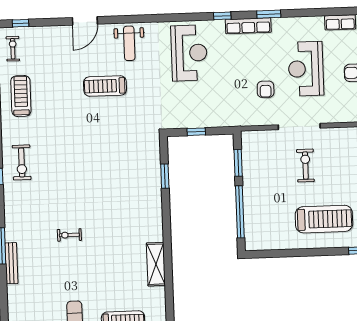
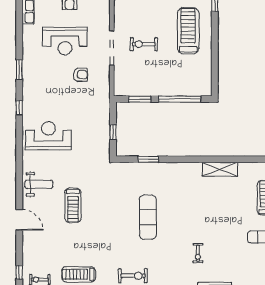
row of seats: (248, 26) -> (28, 87), removed
exercise mat: (94, 178) -> (148, 217), added
exercise bike: (69, 235) -> (198, 253), moved

